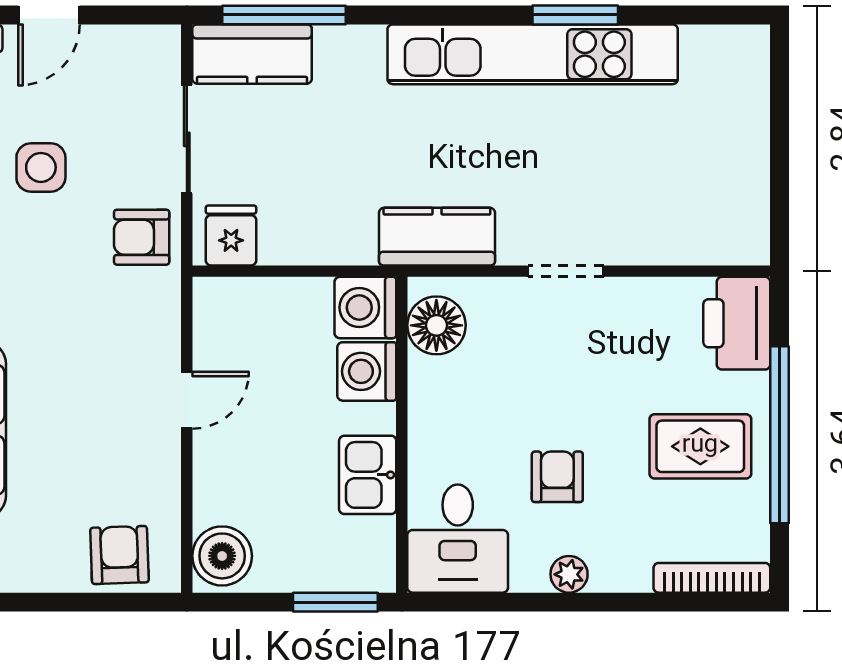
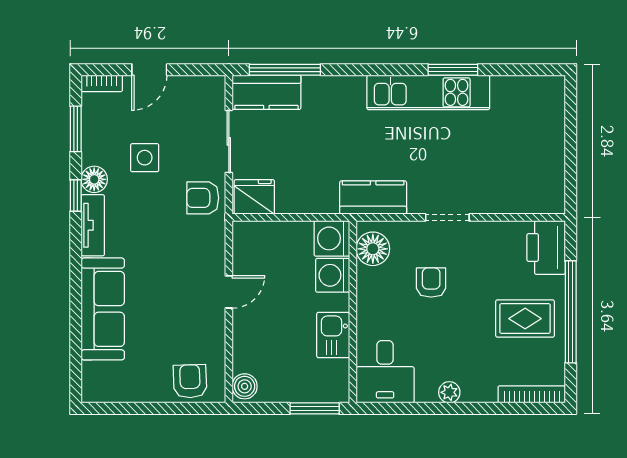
kitchen unit: (533, 54) -> (428, 92), width x0.73
fridge: (231, 235) -> (254, 197), width x1.38
armchair: (557, 477) -> (431, 283), moved
boiler: (222, 556) -> (245, 386), width x0.73, depth x0.73

